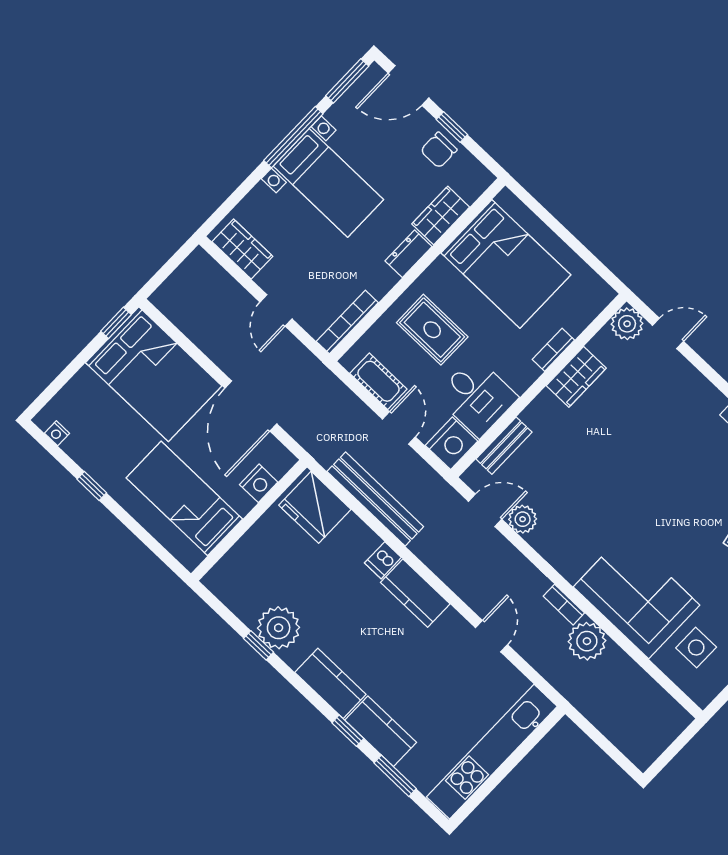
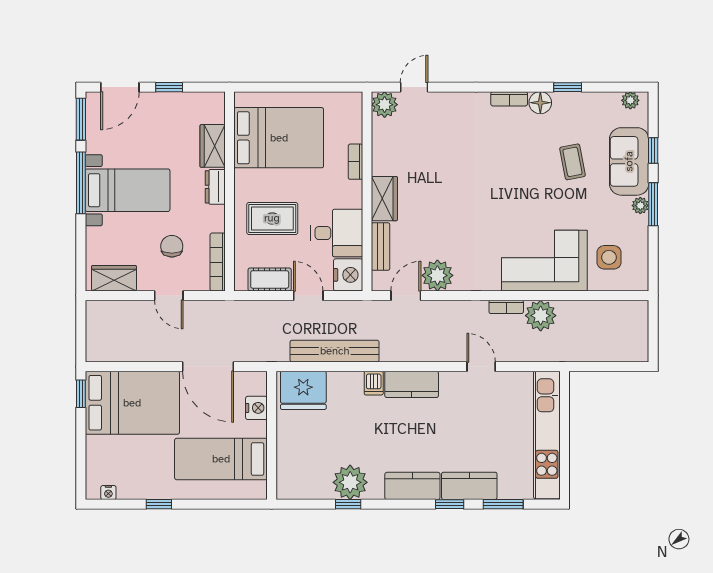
chair: (439, 150) -> (172, 246), moved, turned 180
wardrobe: (576, 377) -> (384, 199), moved
plant: (523, 519) -> (437, 275), width x1.36, depth x1.36

